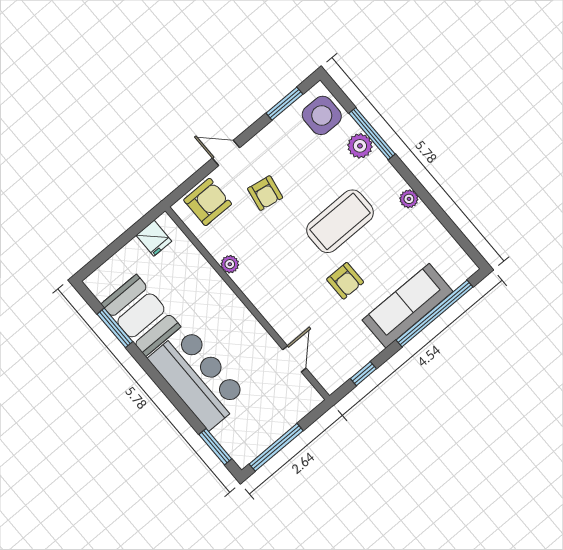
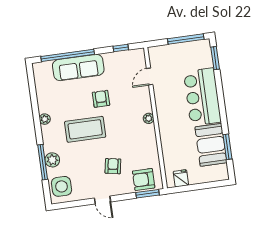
window: (284, 104) -> (147, 194), moved
door: (226, 153) -> (103, 200), moved
plant: (230, 264) -> (149, 118), moved

